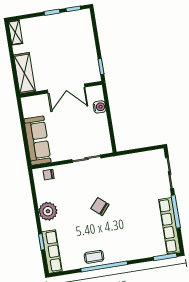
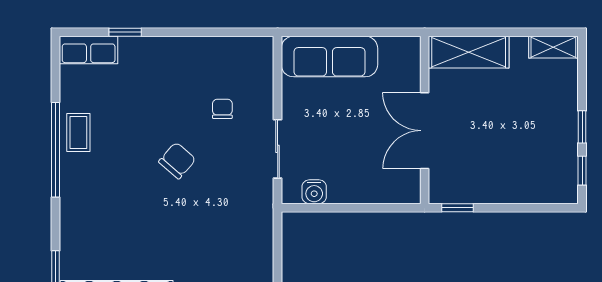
water cooler: (100, 107) -> (314, 192), moved
chair: (49, 175) -> (222, 109), moved
plant: (48, 211) -> (185, 55), removed
row of seats: (52, 252) -> (89, 50), width x0.68

